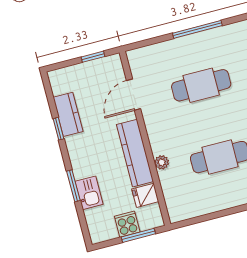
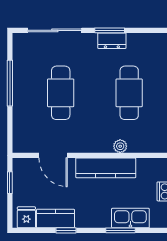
kitchen sink: (89, 193) -> (130, 218), width x1.38
fridge: (145, 195) -> (26, 217), moved, turned 180

